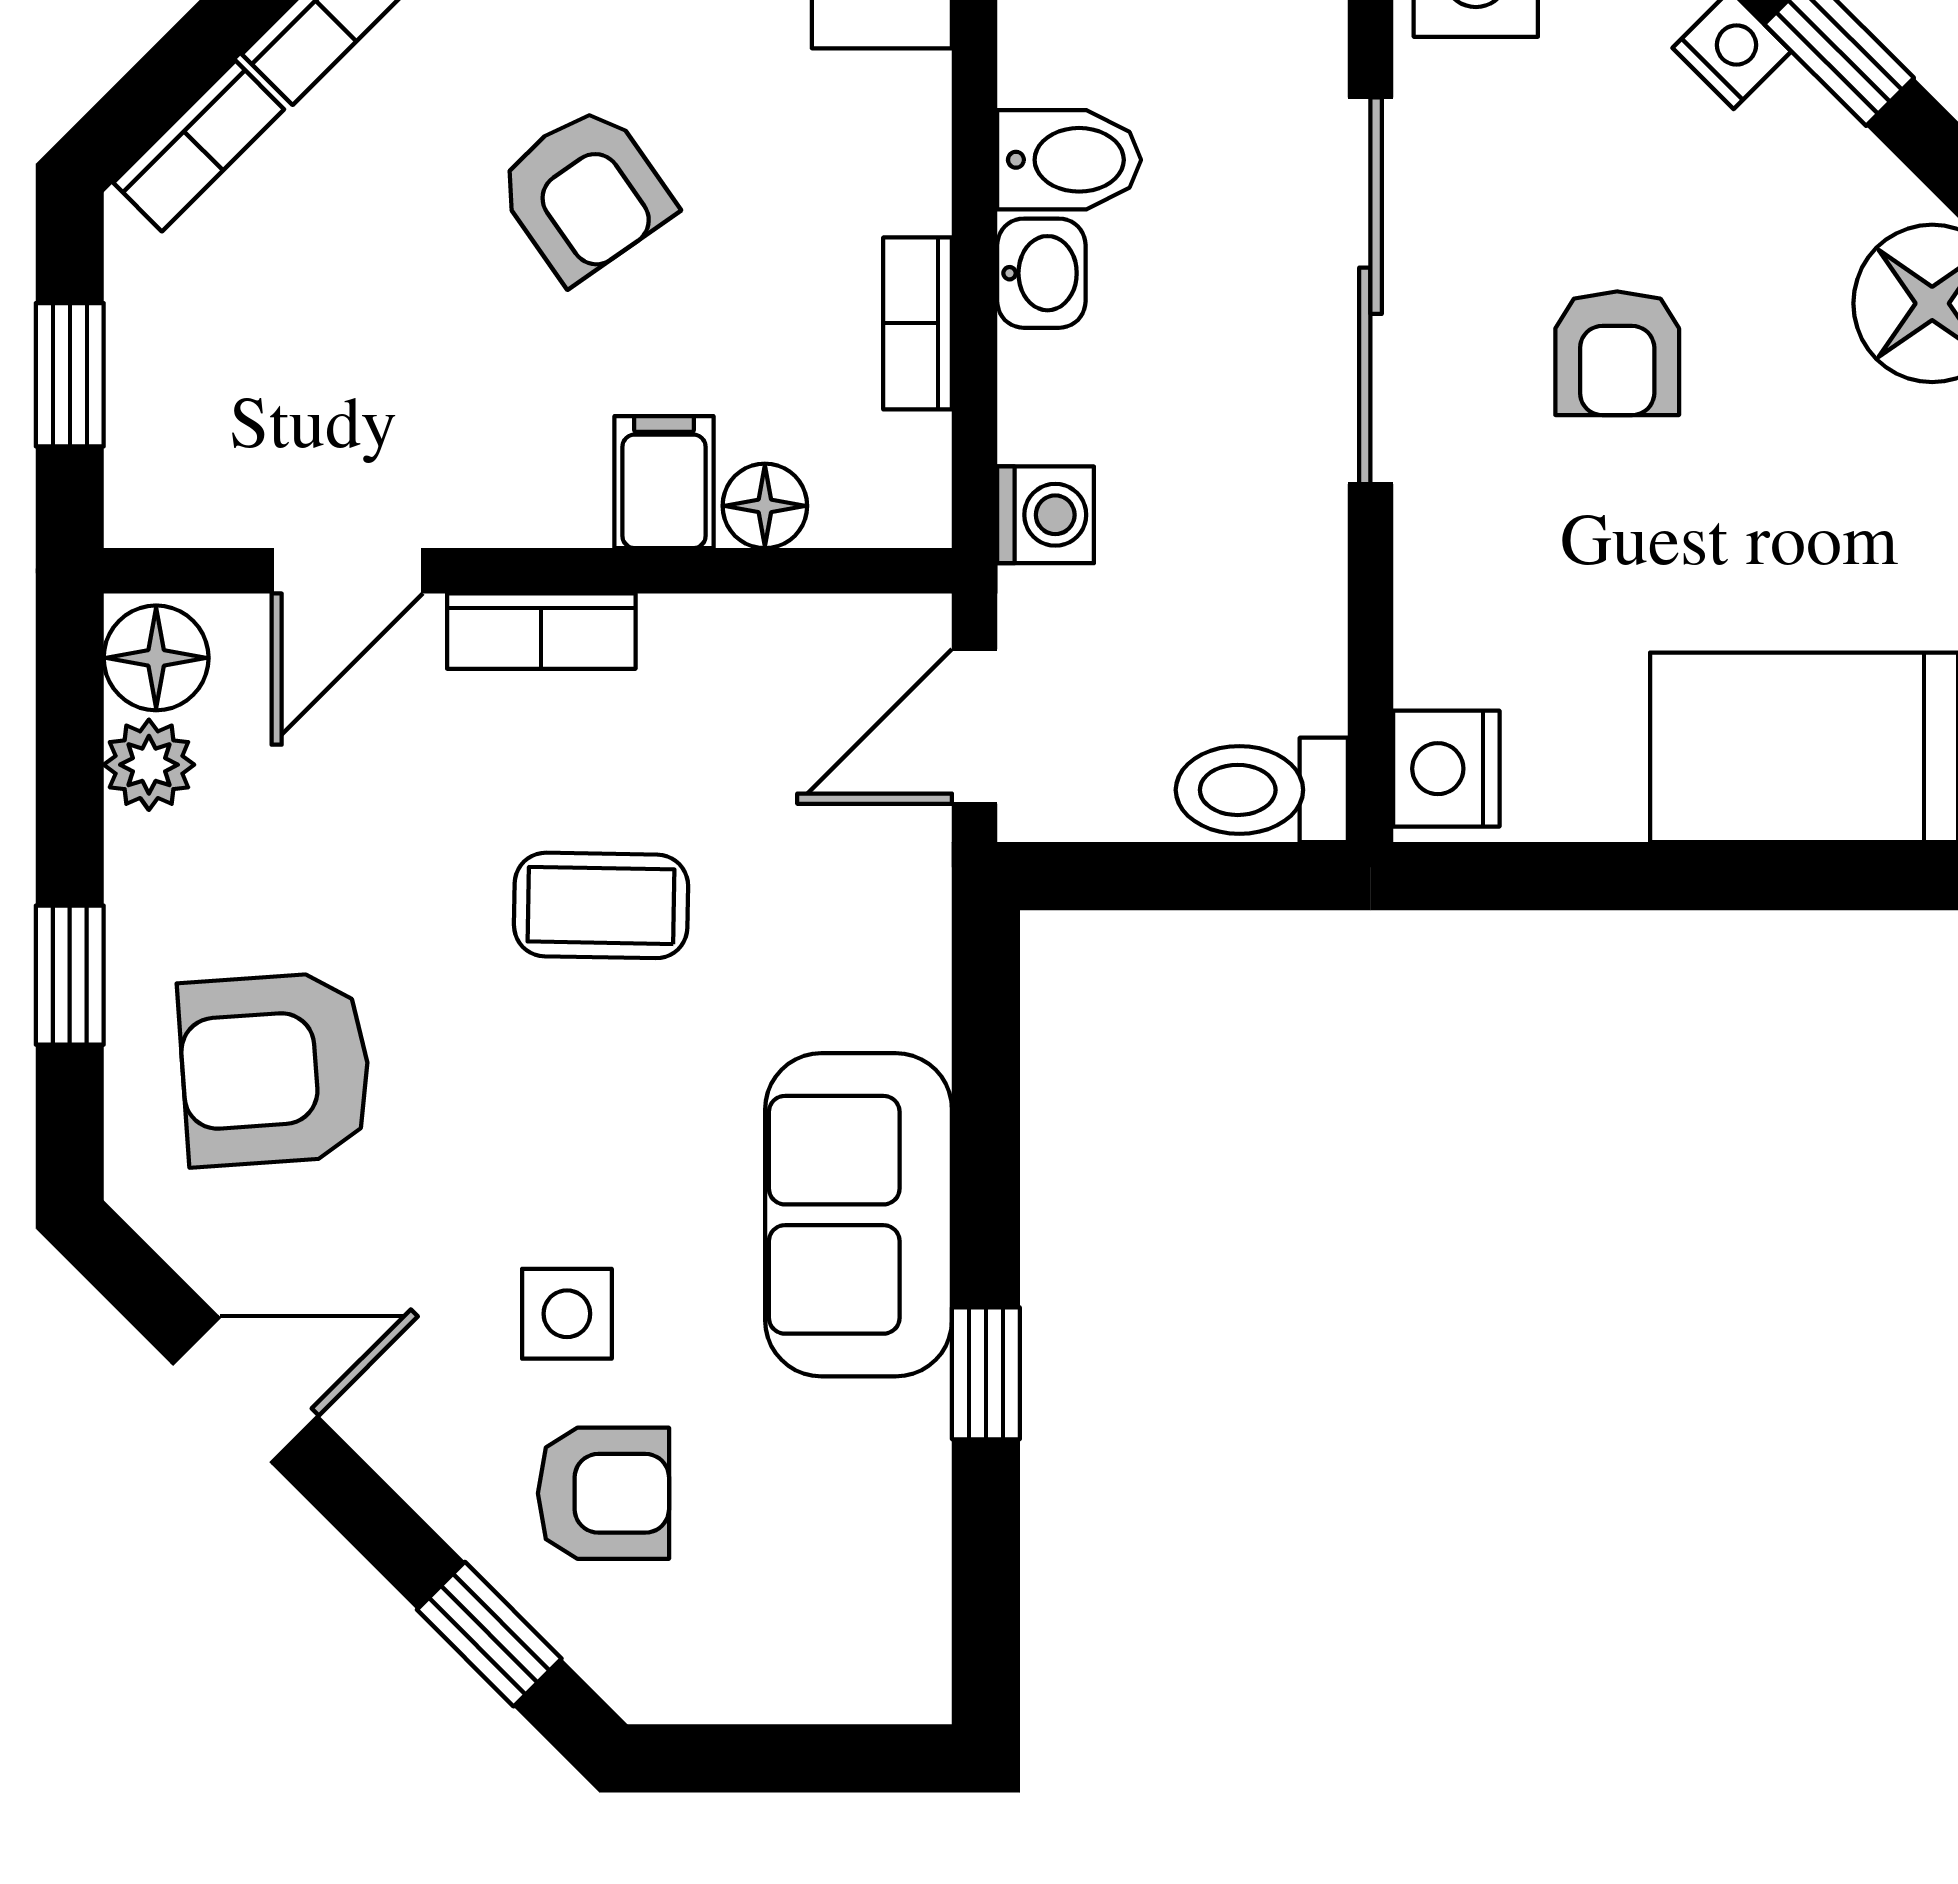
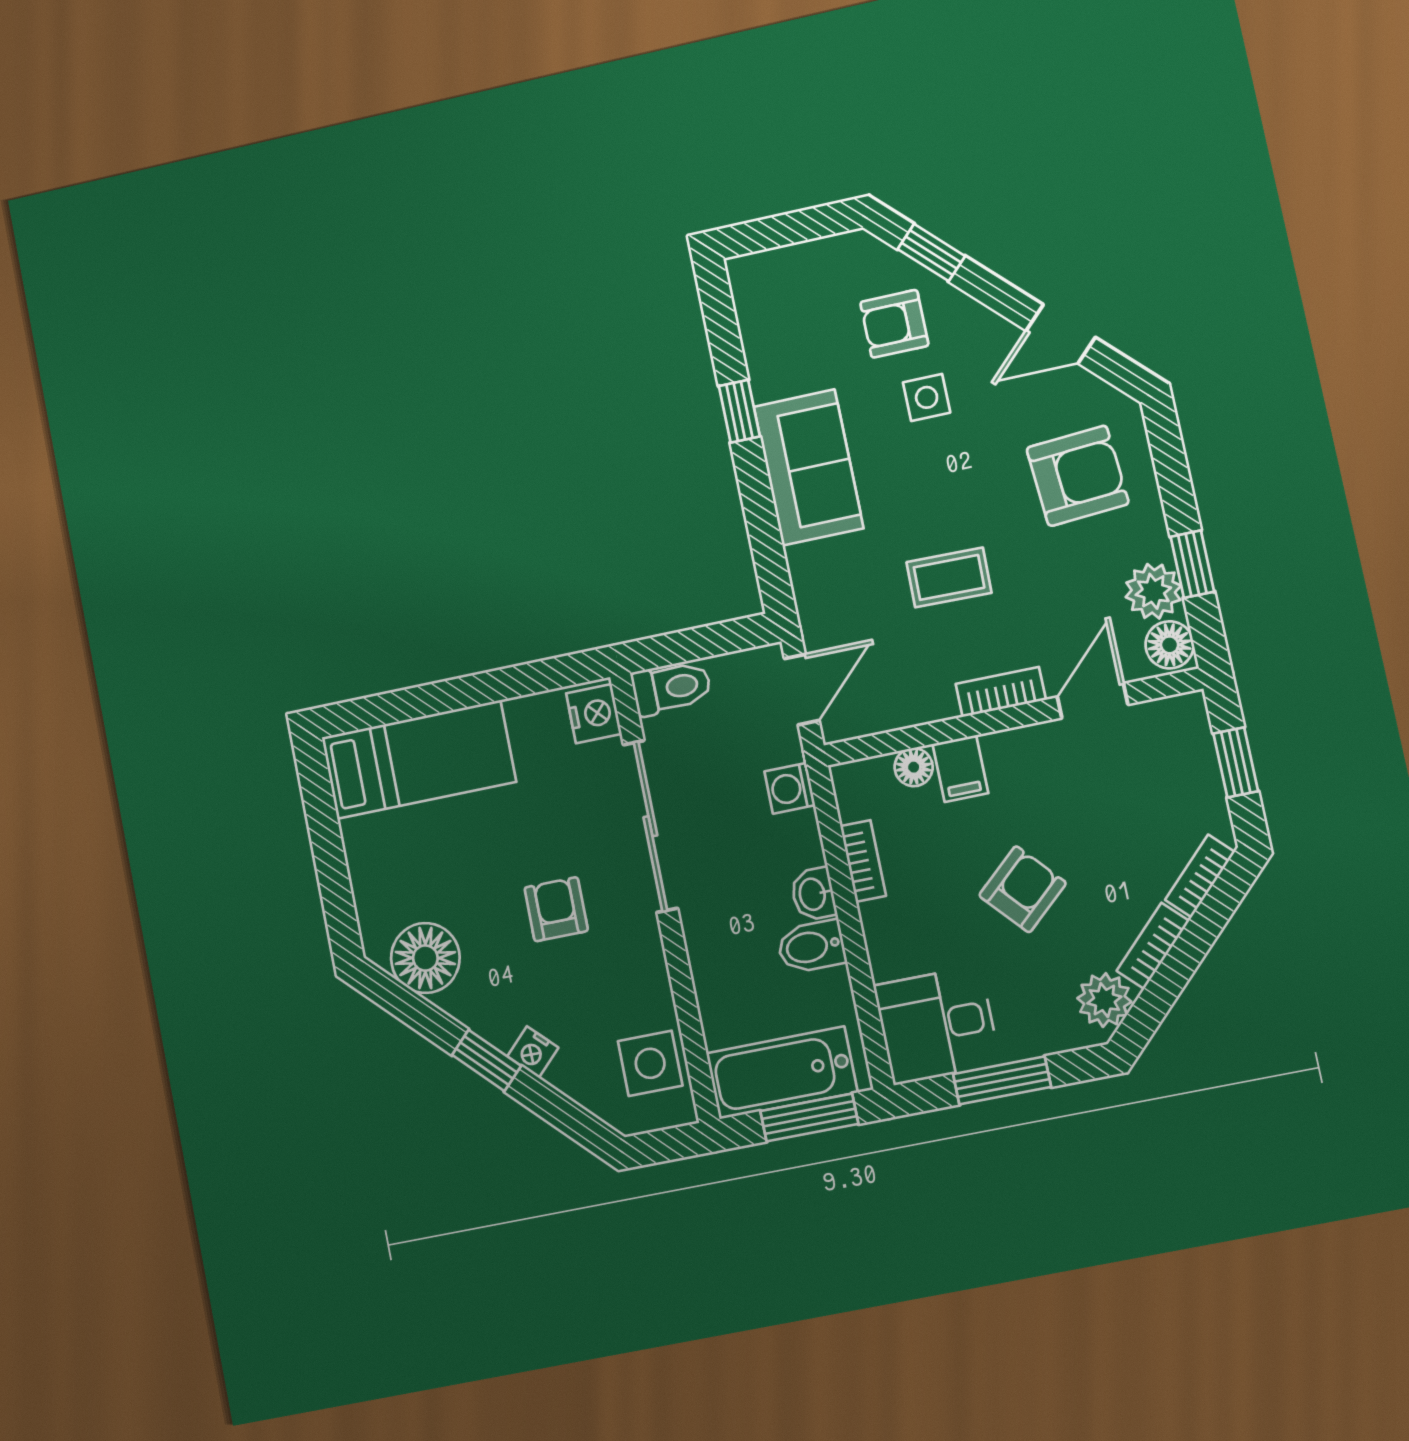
armchair: (585, 193) -> (1023, 889), turned 83
sliding door: (1370, 291) -> (650, 826), moved
plant: (149, 765) -> (1153, 591), width x1.38, depth x1.38
window: (70, 975) -> (1192, 564), moved

